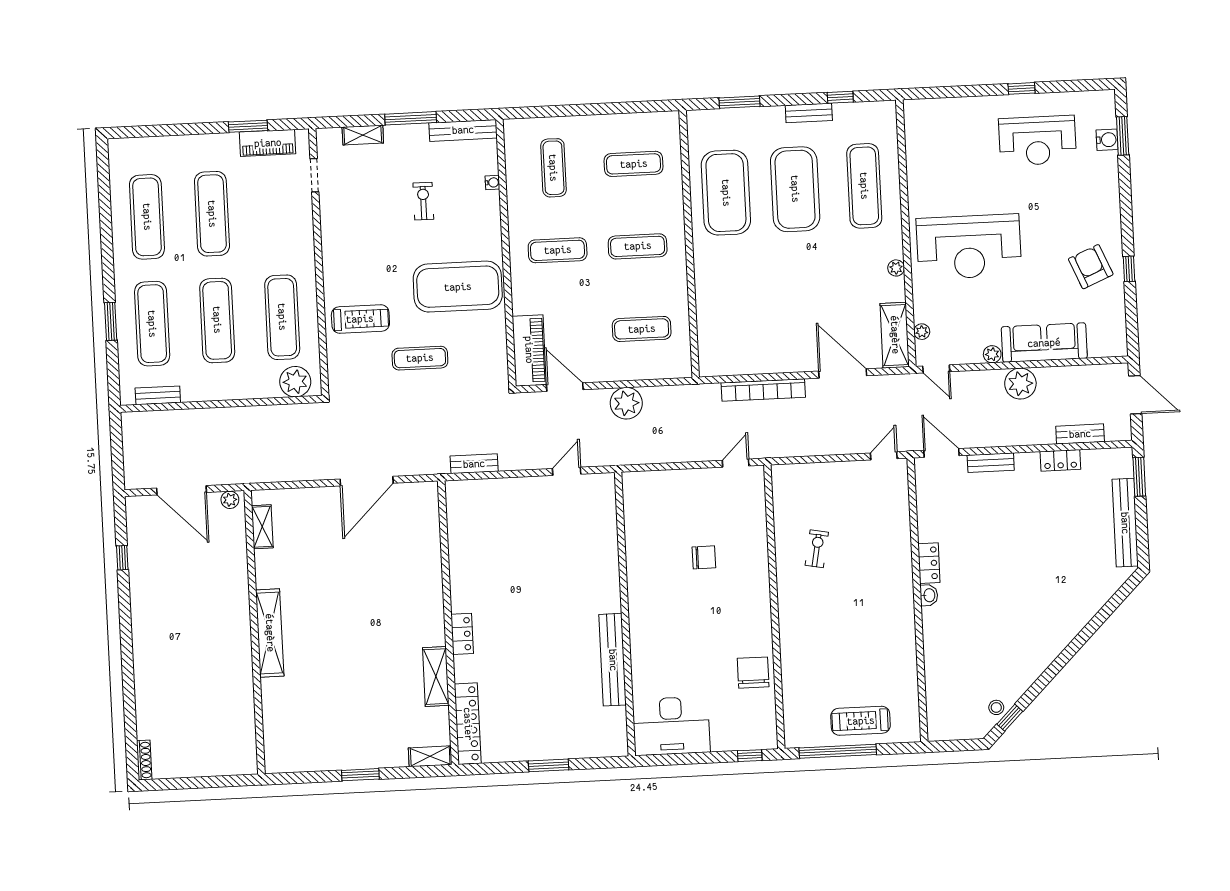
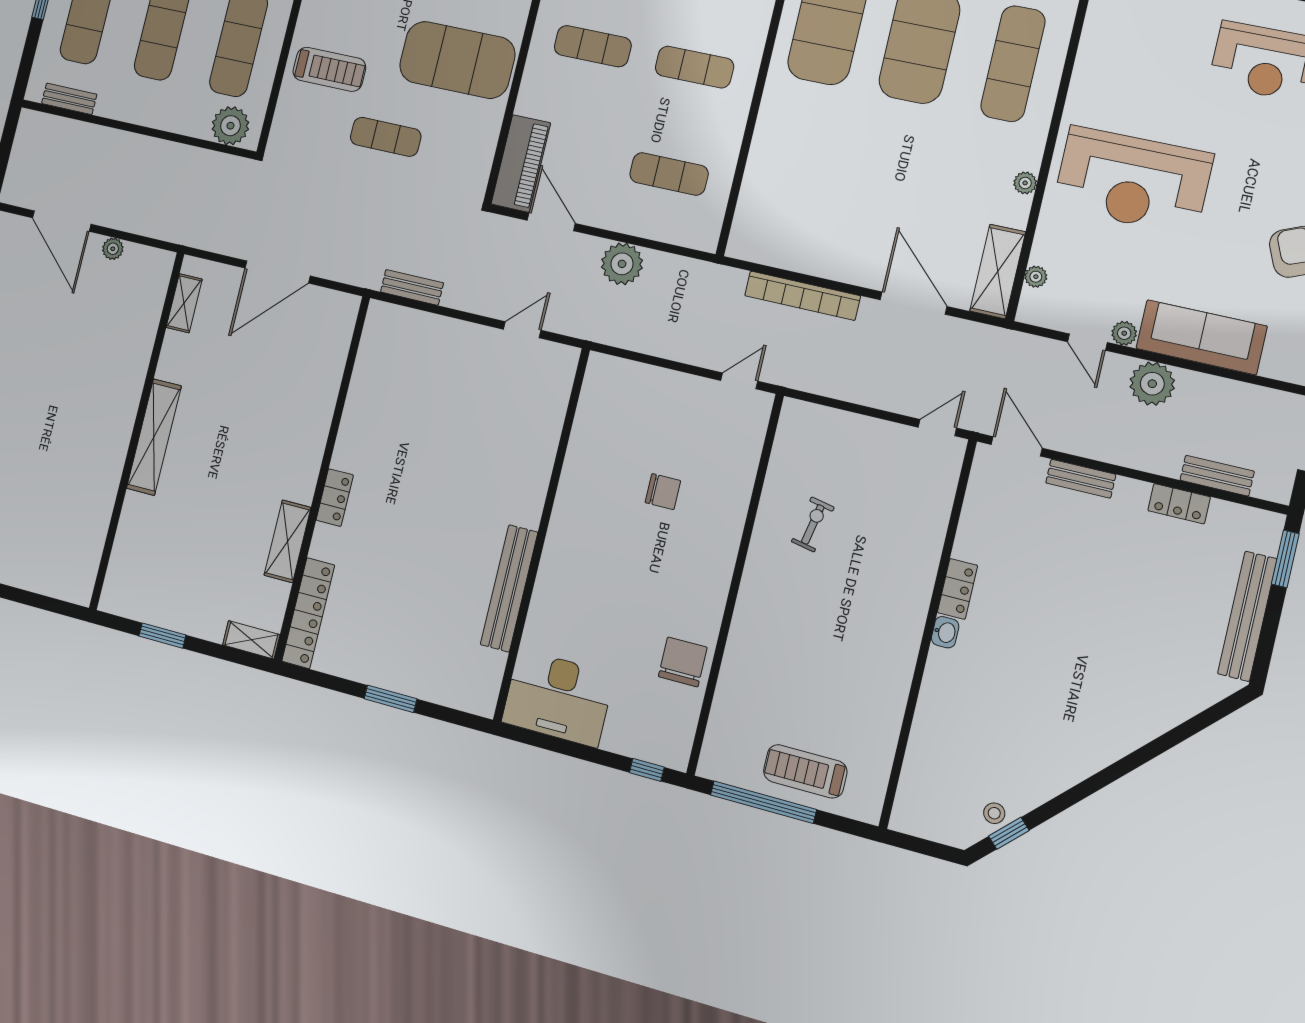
door: (936, 369) -> (1087, 342), moved
shelving: (262, 527) -> (184, 303), moved
wall: (255, 632) -> (137, 431), moved
shelving: (270, 633) -> (154, 437), moved

